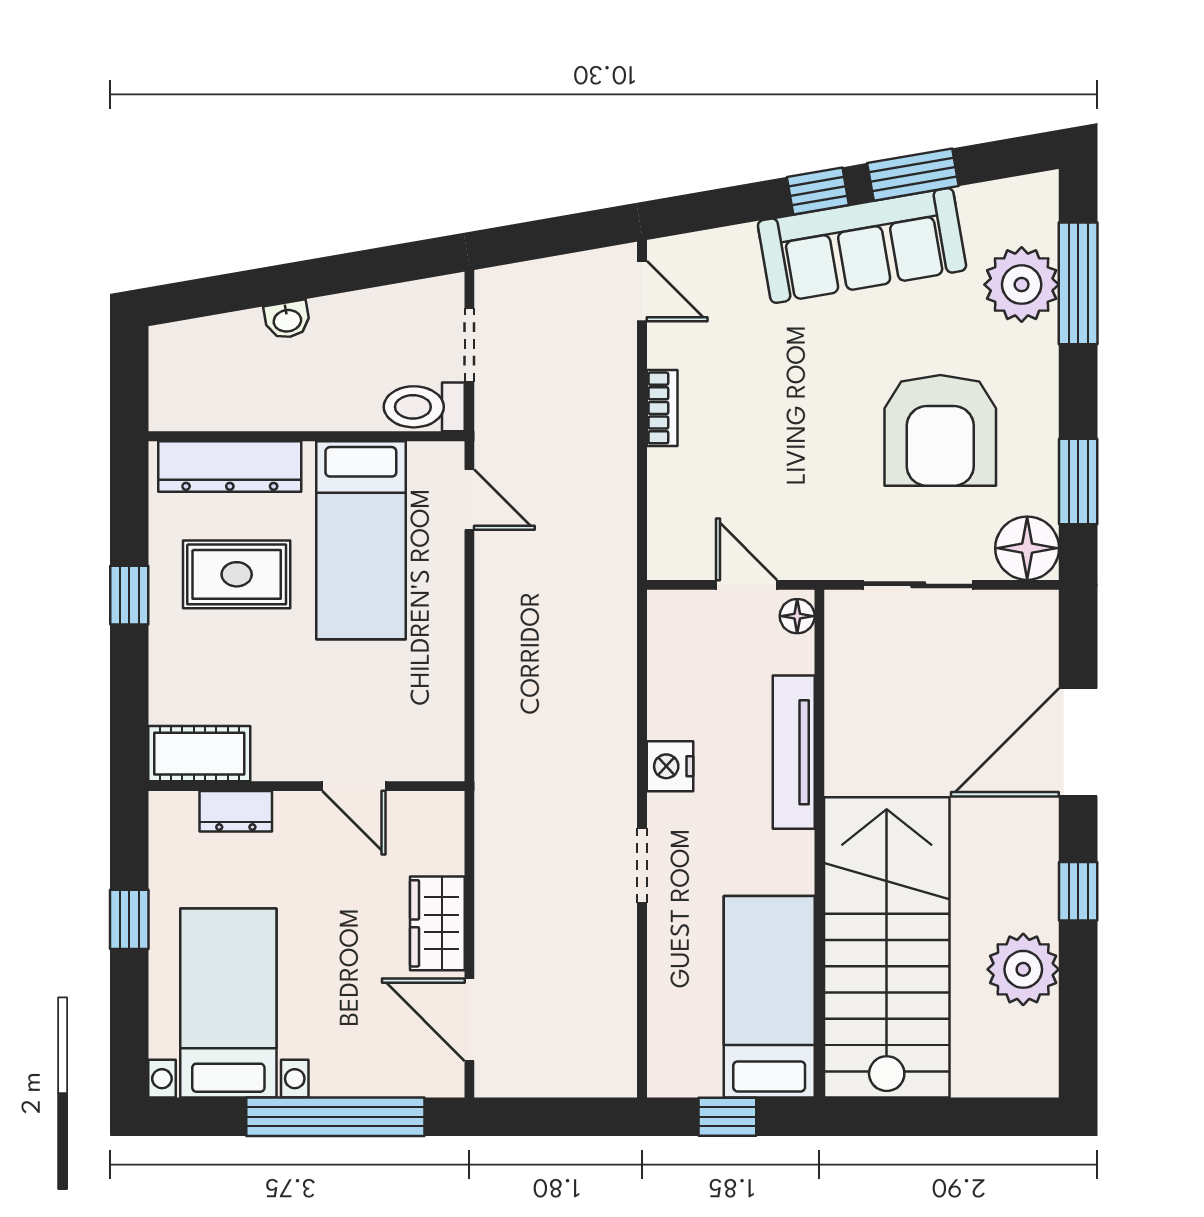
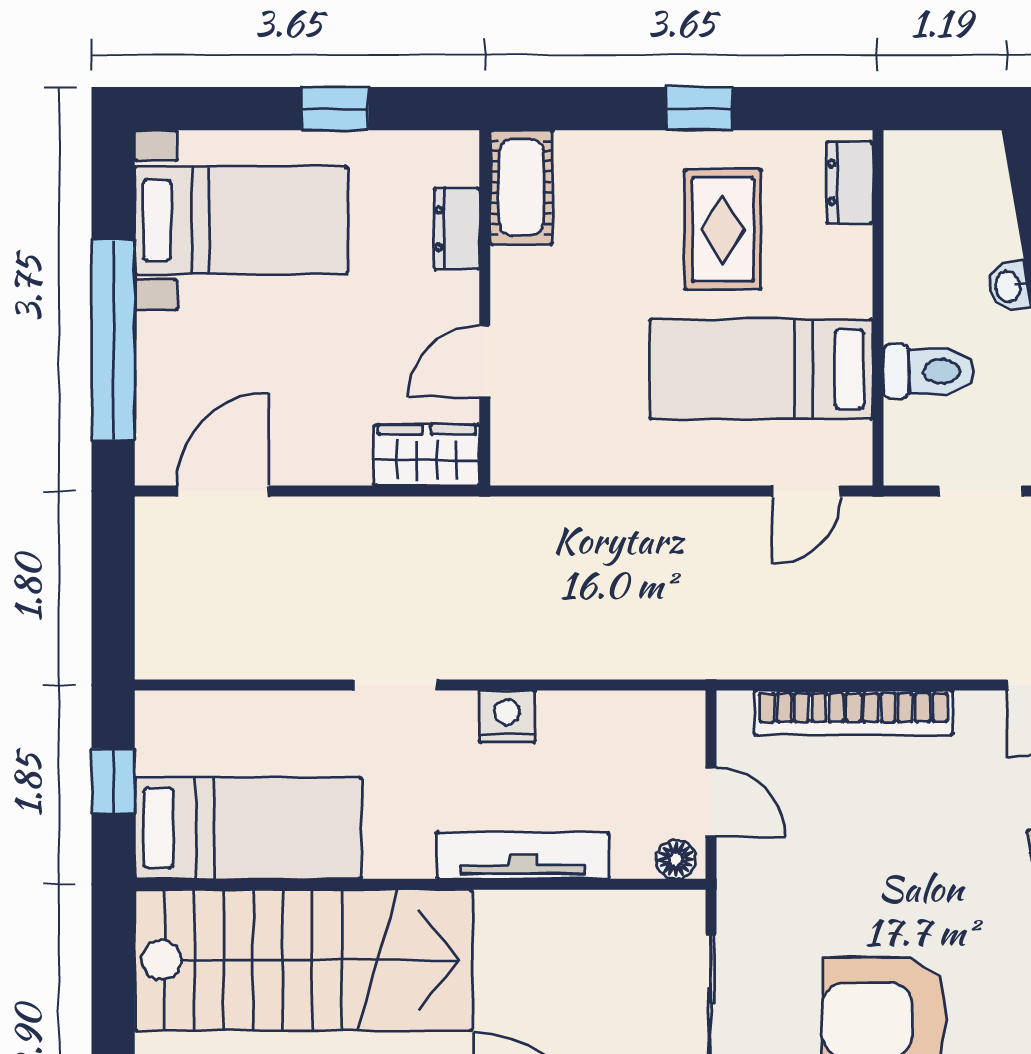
toilet: (424, 407) -> (929, 371), moved, turned 90
bookcase: (662, 408) -> (854, 713), width x2.31, depth x1.31
dresser: (230, 466) -> (850, 182), width x0.51, depth x0.80
door: (746, 585) -> (711, 802), hinge flipped
wardrobe: (437, 923) -> (427, 455), moved

